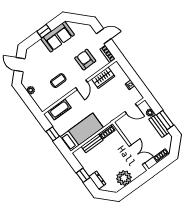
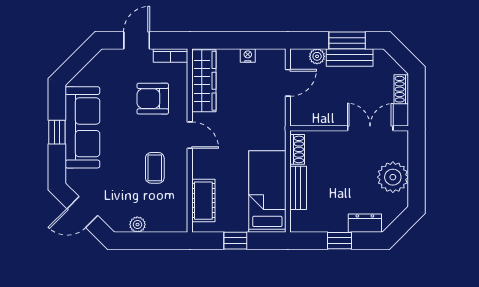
sofa: (58, 37) -> (82, 127), width x1.36
wardrobe: (103, 78) -> (204, 81), width x1.50

